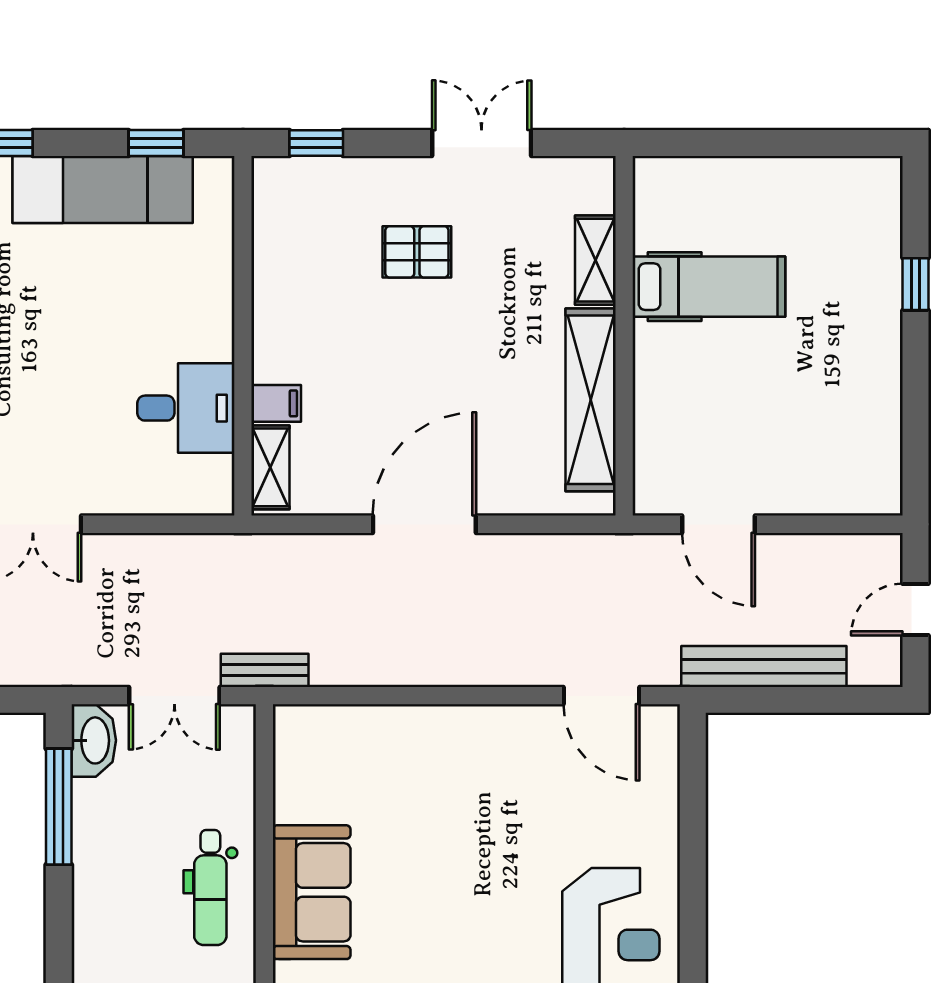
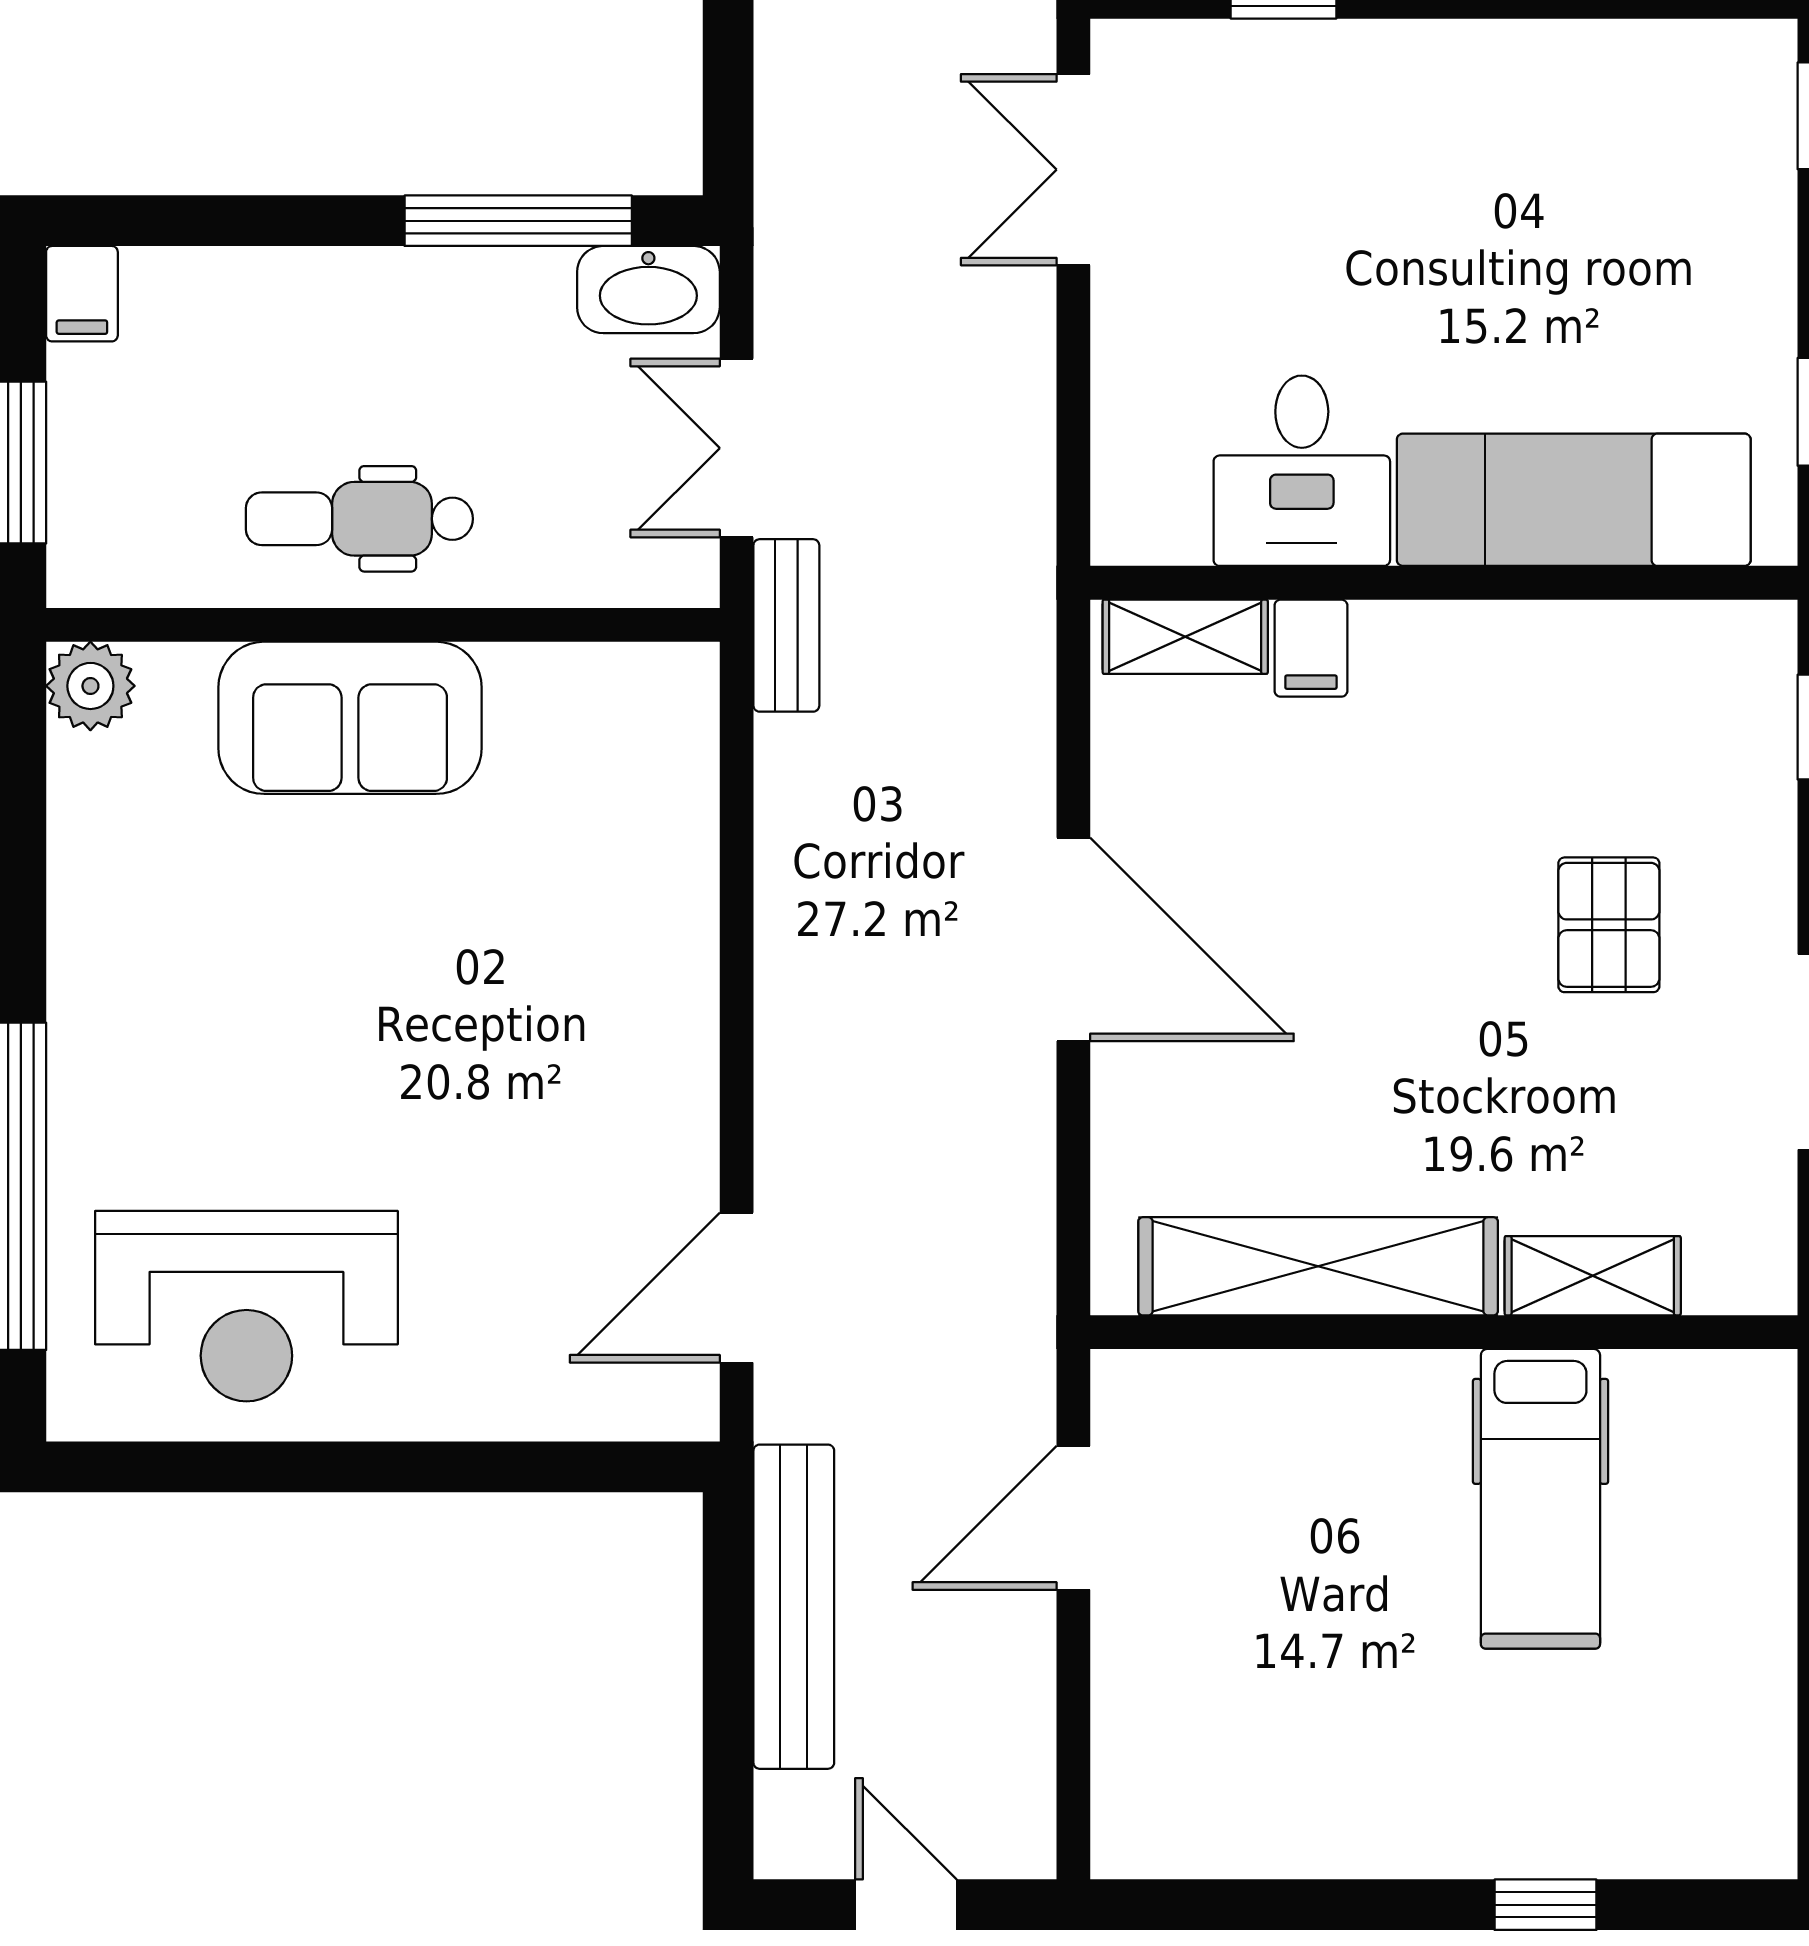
exam couch: (103, 190) -> (1574, 500), moved, turned 90

